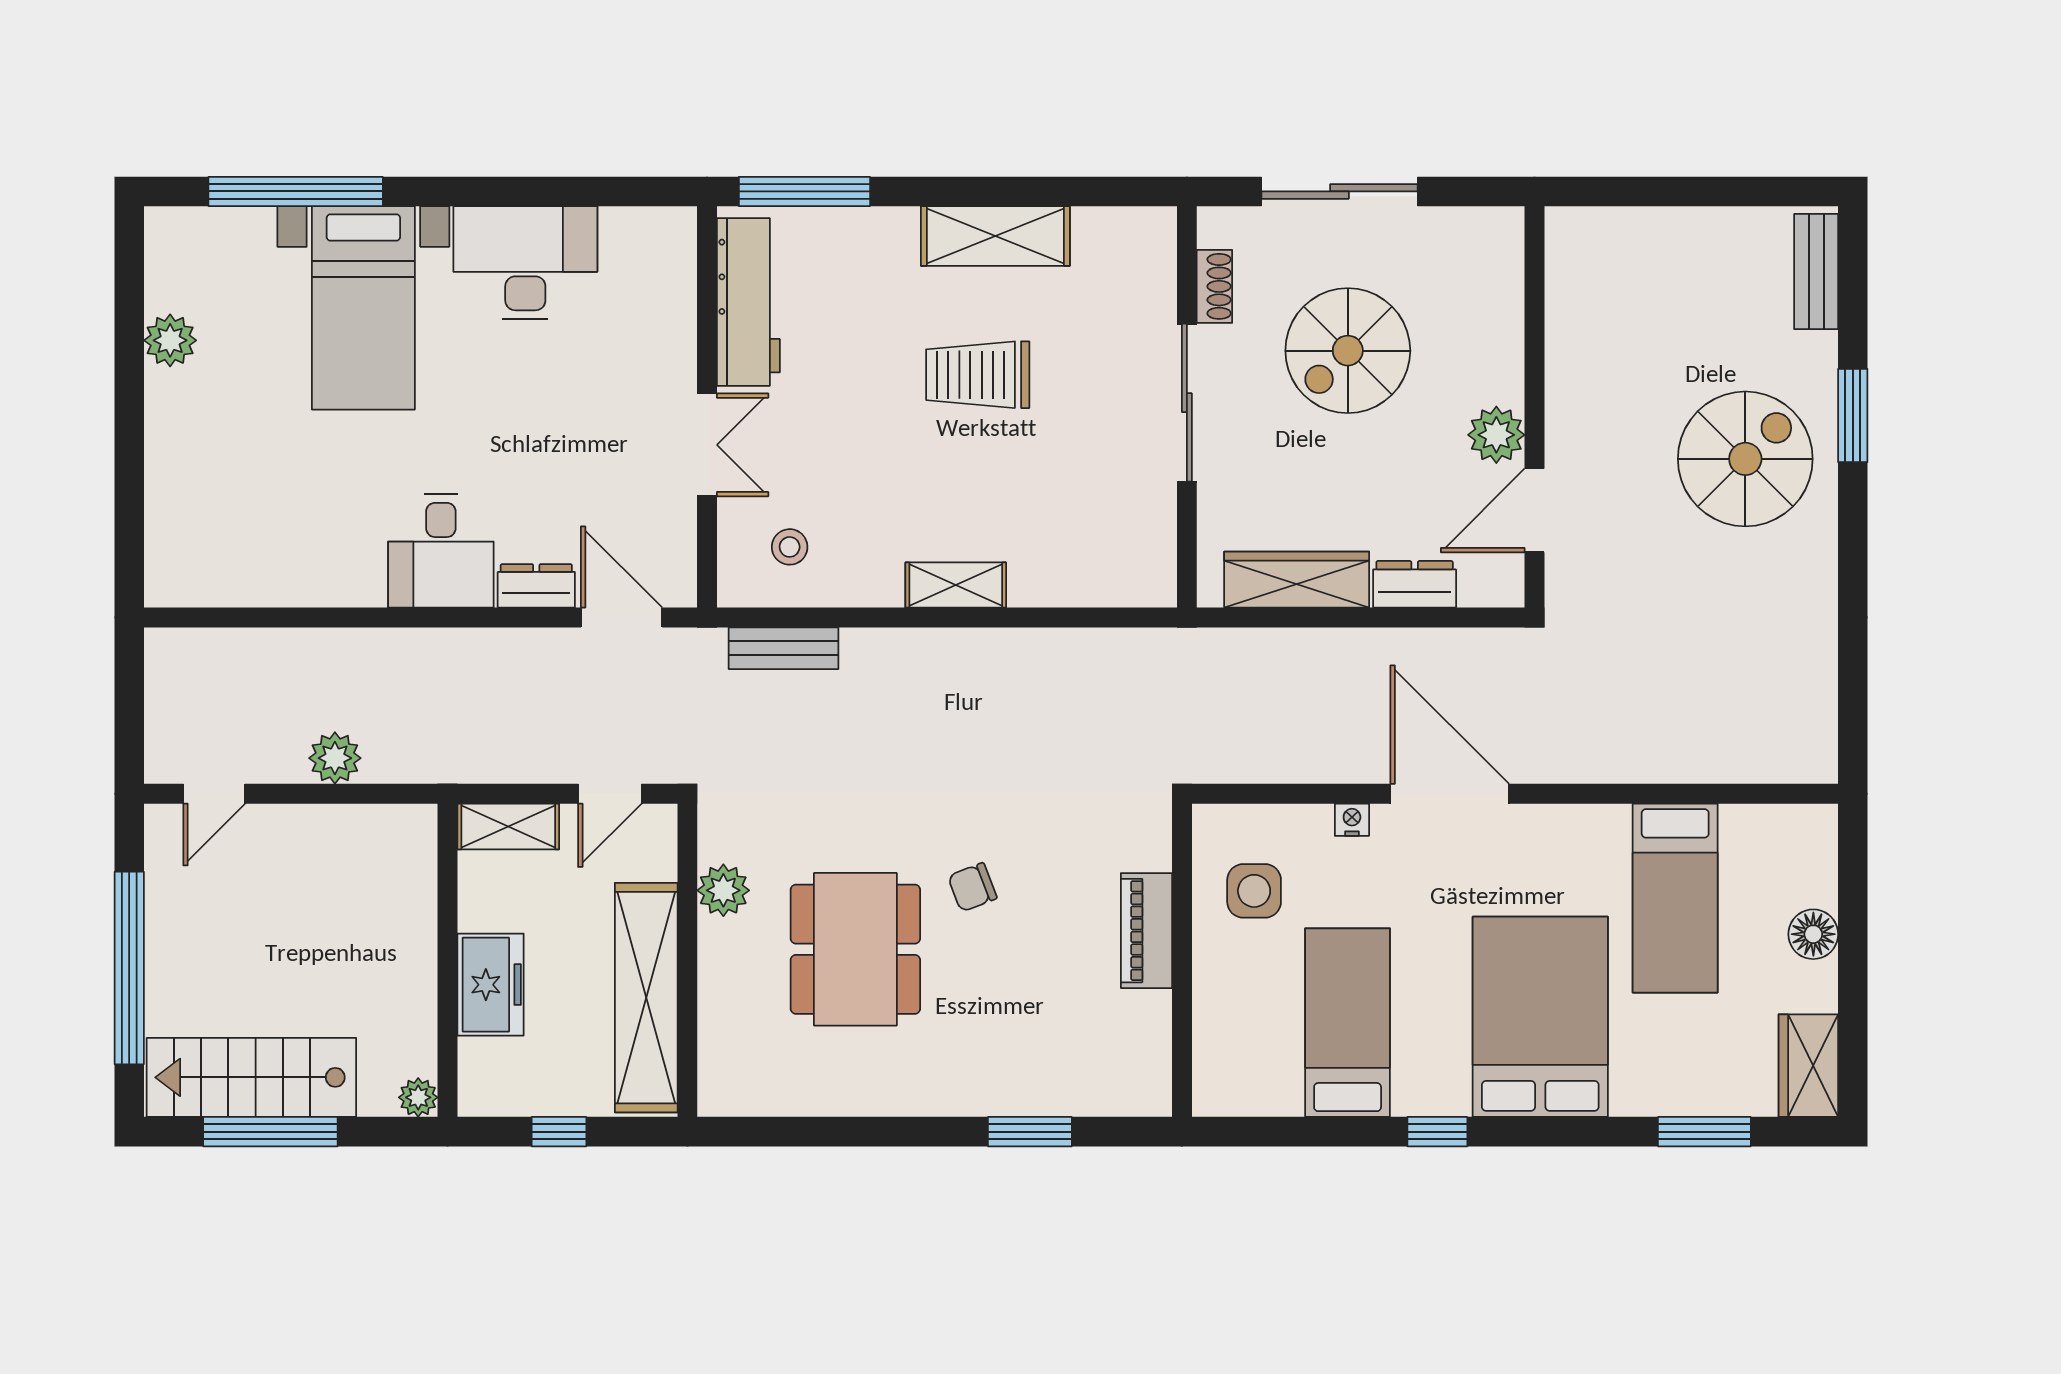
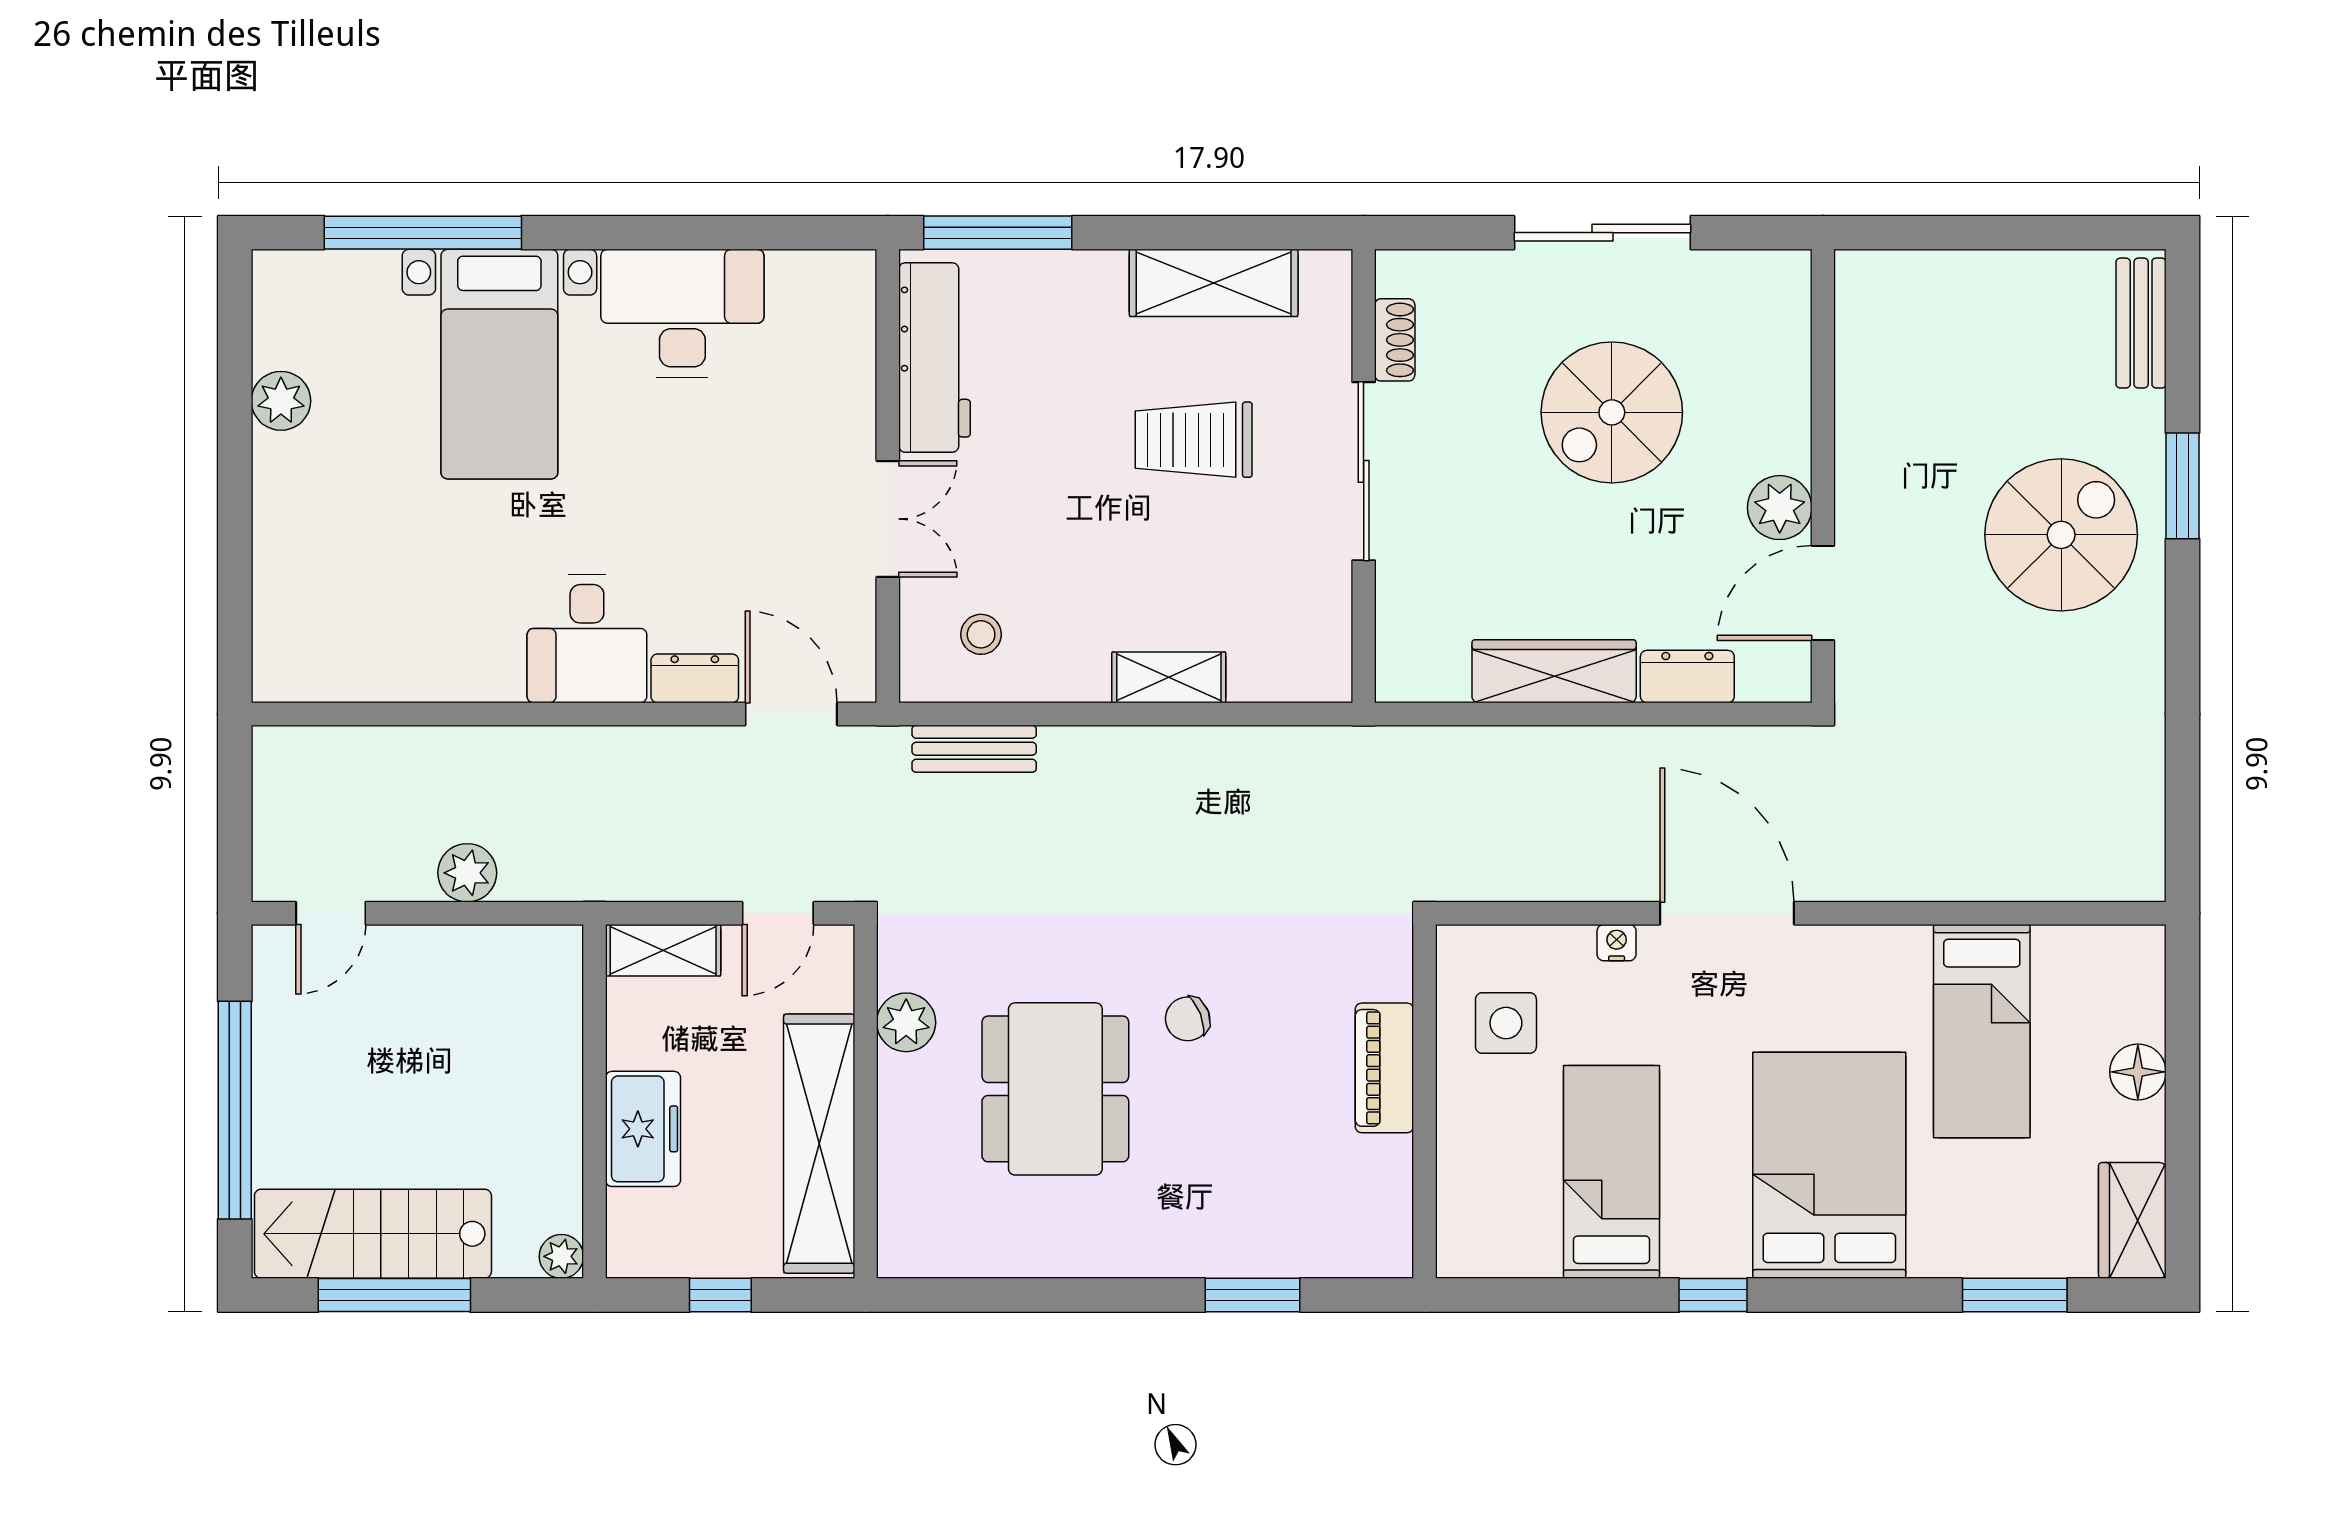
shoe rack: (1214, 286) -> (1395, 340), moved
sliding door: (1187, 403) -> (1364, 471), moved
wall: (1187, 407) -> (1364, 476), moved

